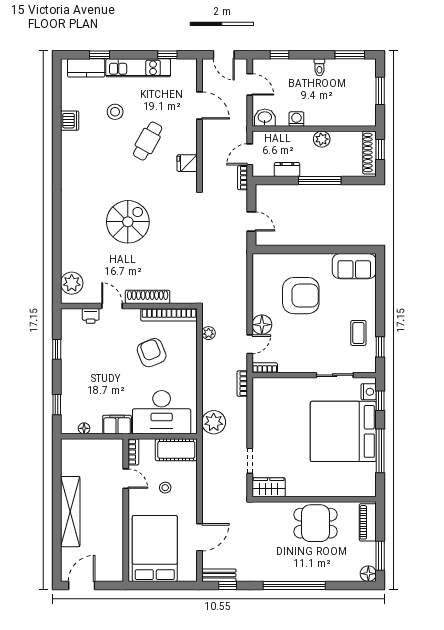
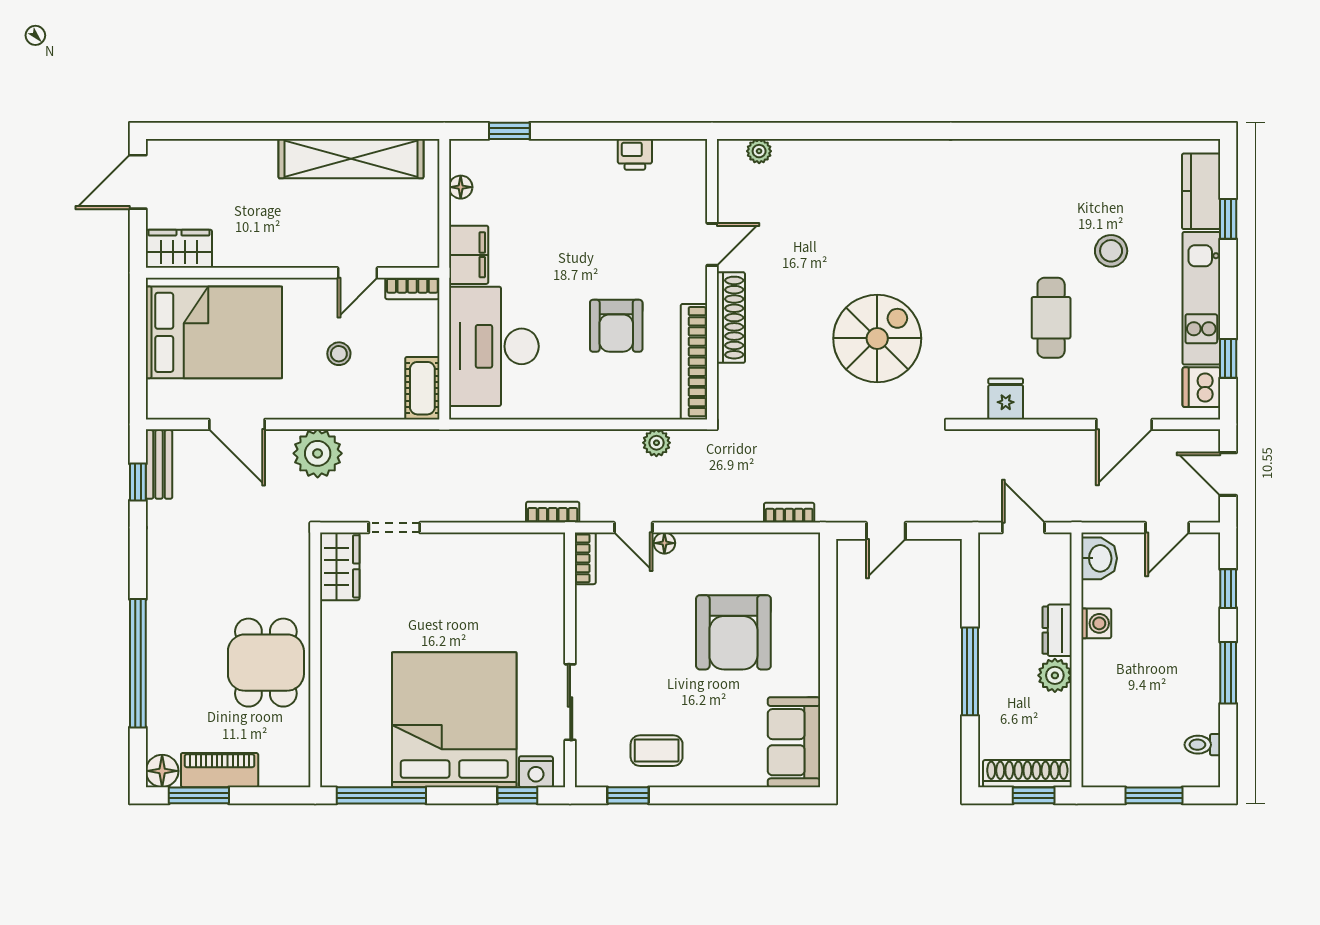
door: (224, 55) -> (1228, 474), hinge flipped
window: (350, 55) -> (1228, 673), moved
toilet: (319, 67) -> (1202, 745), moved
dishwasher: (70, 121) -> (1201, 387), moved, turned 90
cafe table: (148, 141) -> (1051, 318), turned 61
dresser: (287, 169) -> (1057, 630), moved, turned 180
bookcase: (243, 178) -> (789, 513), moved
spiral stairs: (128, 222) -> (877, 338), moved, turned -90
plant: (72, 283) -> (759, 151), width x0.53, depth x0.53
printer: (91, 316) -> (635, 154), moved, turned -90
floor lamp: (262, 325) -> (664, 543), width x0.53, depth x0.53
window: (57, 349) -> (623, 131), removed
armchair: (152, 353) -> (616, 326), turned 112
plant: (214, 422) -> (318, 453), moved
cot: (176, 450) -> (422, 388), width x0.73, depth x0.75
window: (380, 451) -> (381, 795), moved
shelving: (70, 512) -> (351, 159), moved
piano: (368, 522) -> (220, 770), moved
wardrobe: (114, 566) -> (179, 249), added
door: (82, 586) -> (138, 182), swing flipped
window: (294, 586) -> (138, 663), moved

